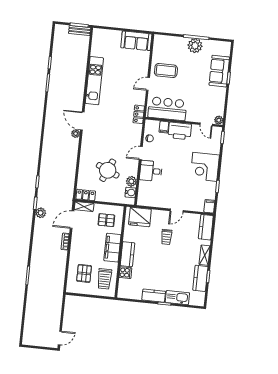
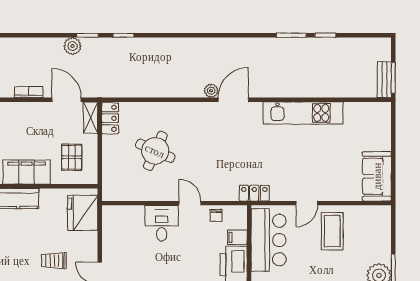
door: (148, 84) -> (307, 203), swing flipped
plant: (131, 181) -> (141, 192), removed
water cooler: (130, 192) -> (122, 193), removed

